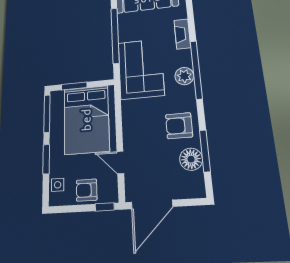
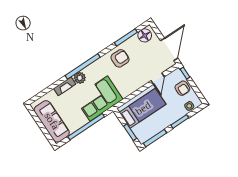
plant: (184, 76) -> (80, 78), moved
bed: (86, 120) -> (143, 108), width x0.67
armchair: (179, 126) -> (120, 58), turned -90
floor lamp: (191, 159) -> (145, 35), moved
door: (152, 204) -> (169, 49), hinge flipped

